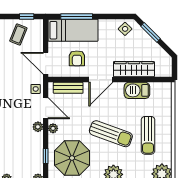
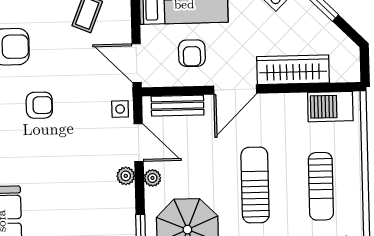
barbecue: (137, 90) -> (330, 107), moved
sun lounger: (111, 134) -> (255, 185), turned -110

